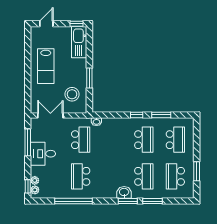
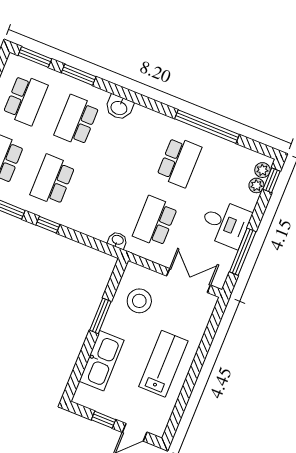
window: (76, 24) -> (104, 420), moved
kitchen sink: (79, 42) -> (102, 361), moved
double door: (50, 116) -> (189, 281), swing flipped
window: (128, 201) -> (35, 57), moved

